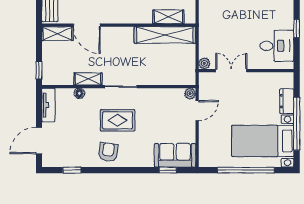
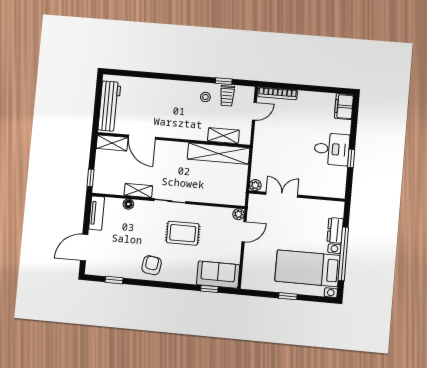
desk: (277, 46) -> (332, 149), moved
rug: (118, 120) -> (183, 233), moved
window: (246, 170) -> (288, 296), width x0.32

